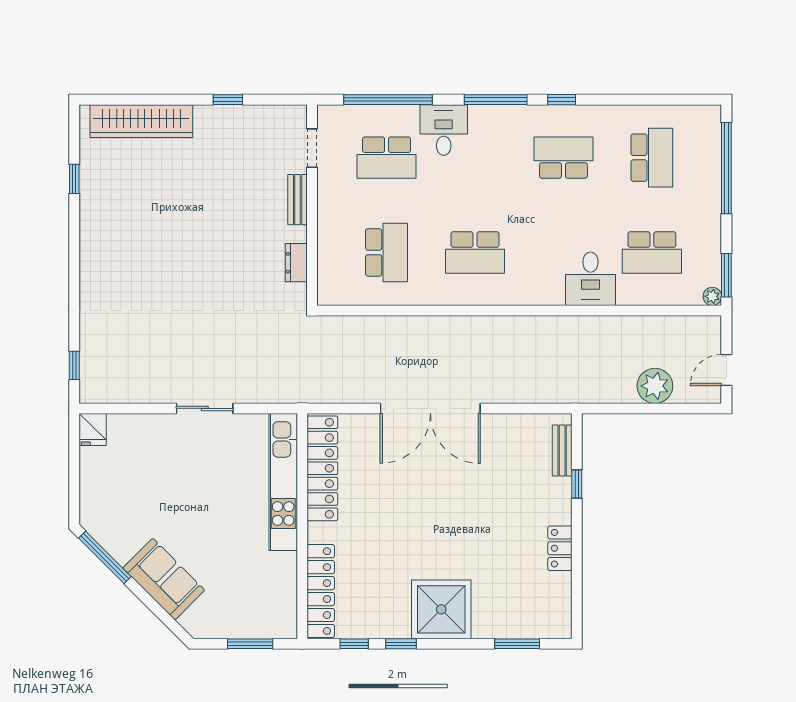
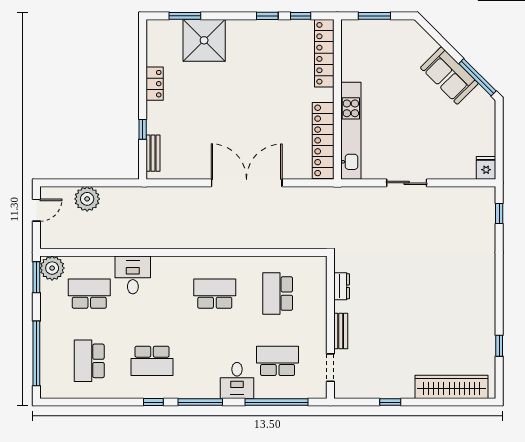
plant: (712, 296) -> (52, 268), width x1.88, depth x1.88
sofa: (164, 579) -> (449, 76), moved
shower: (441, 609) -> (204, 40), moved

